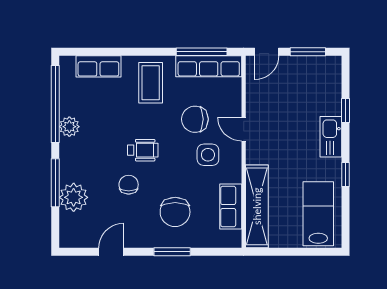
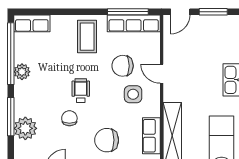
row of seats: (98, 66) -> (32, 23), moved
wheelchair: (143, 150) -> (81, 91), turned -90
chair: (175, 212) -> (107, 140), turned 90

